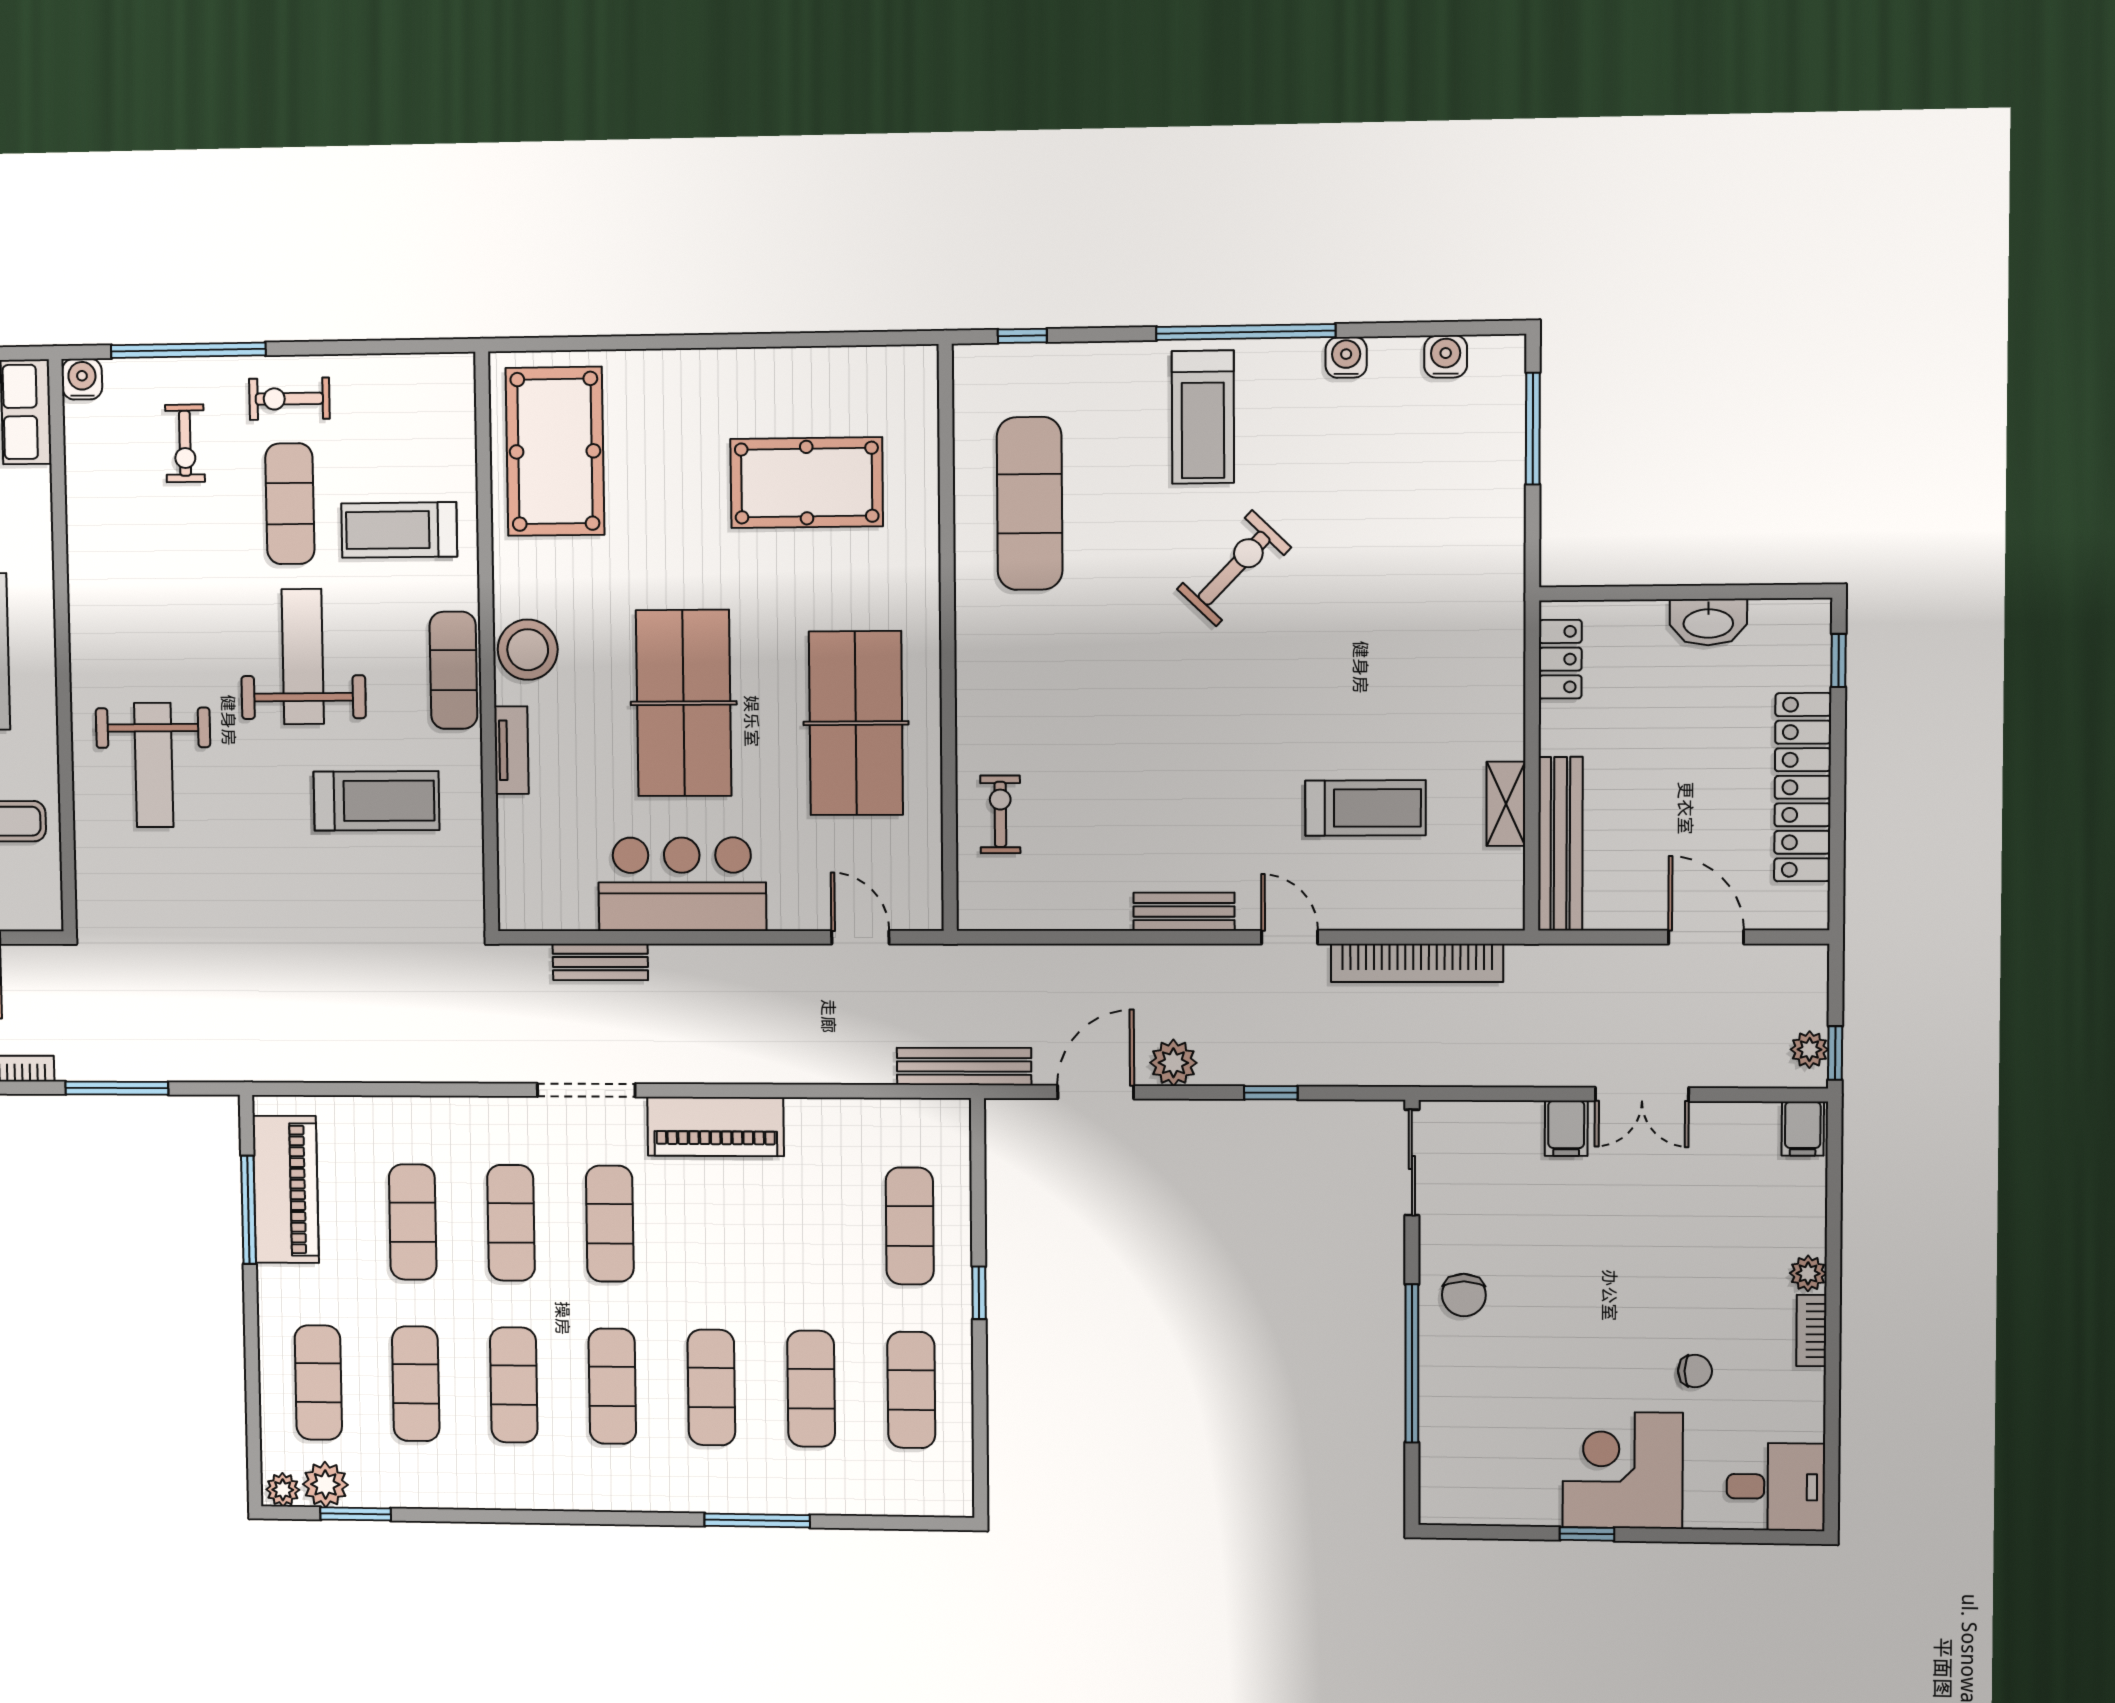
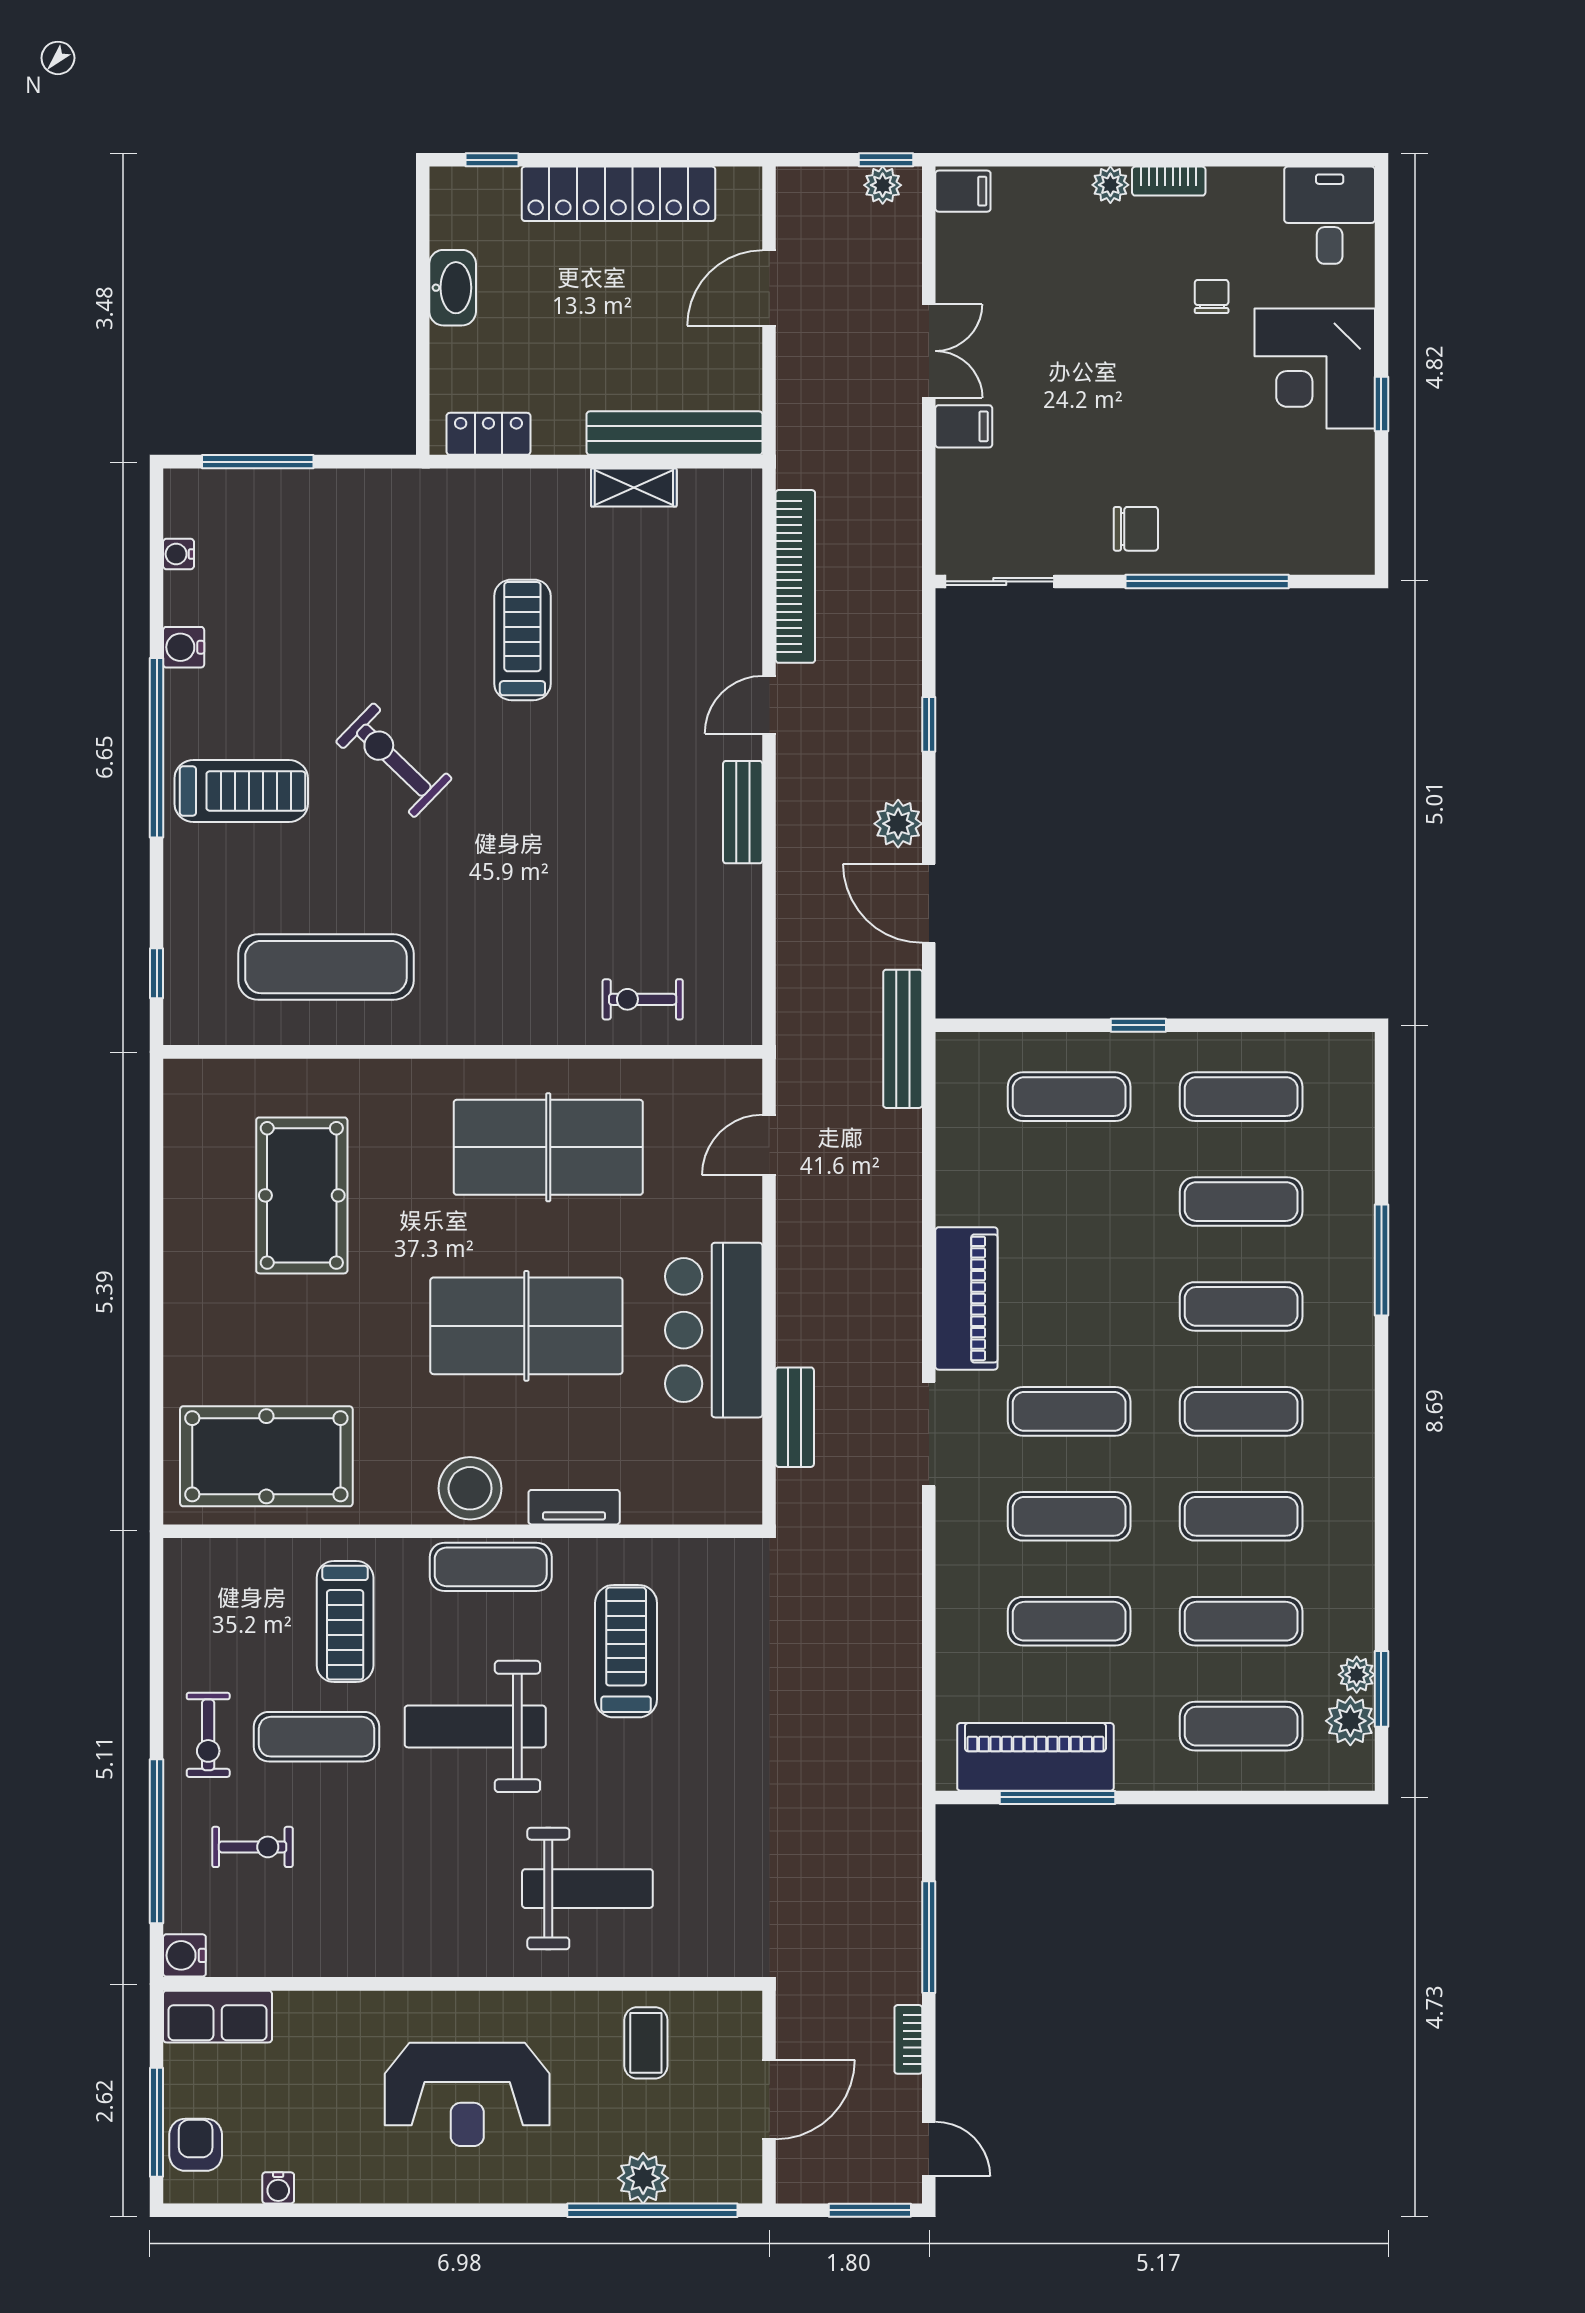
water cooler: (1446, 356) -> (179, 554), width x0.72, depth x0.72
treadmill: (1365, 808) -> (522, 640), moved
plant: (283, 1490) -> (1357, 1675), moved

